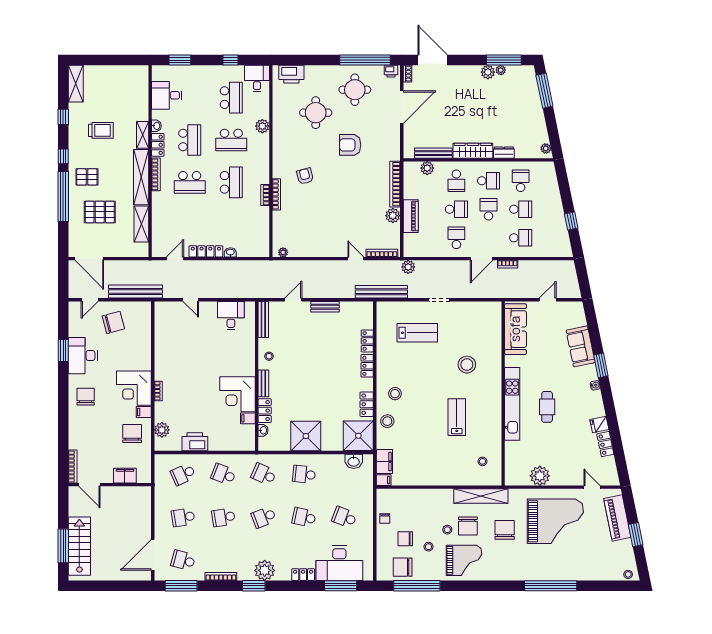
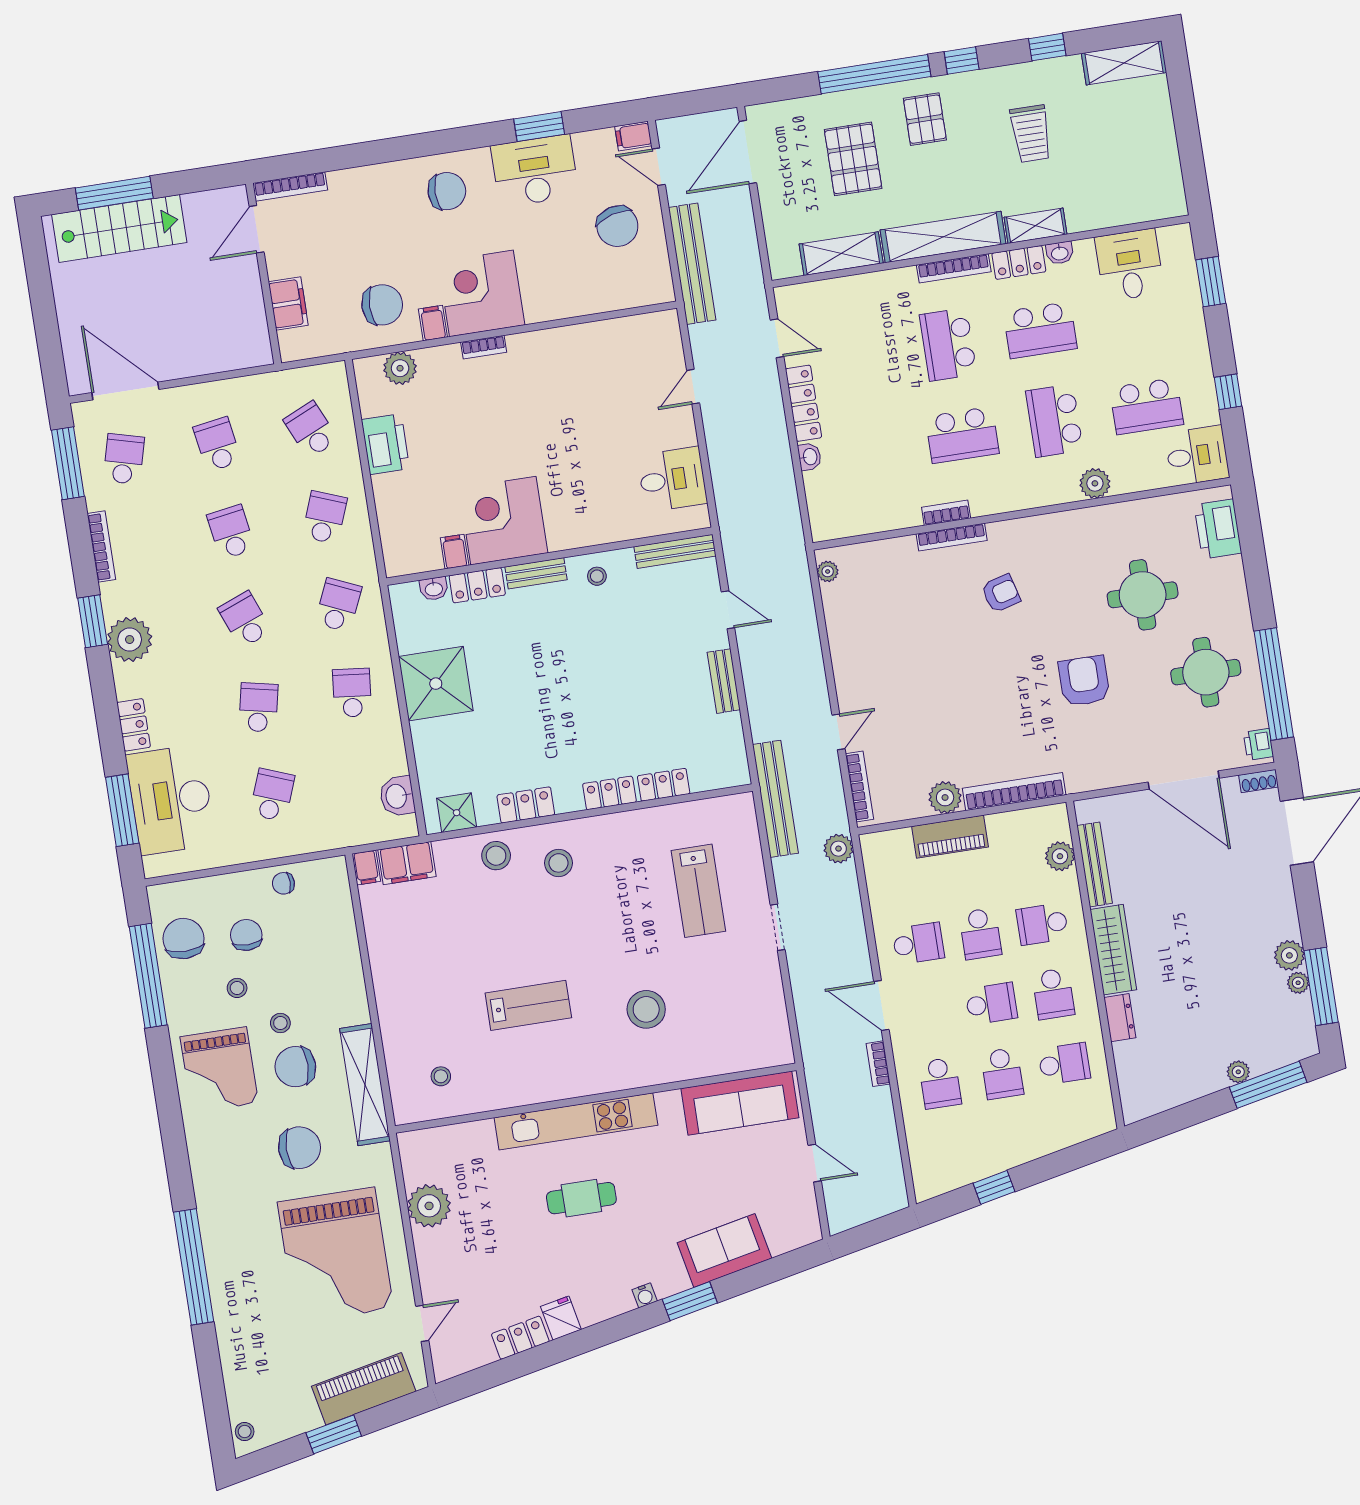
plant: (546, 148) -> (1238, 1072), moved
filing cabinet: (74, 309) -> (633, 136), added
shower: (358, 436) -> (457, 813), width x0.54, depth x0.54

